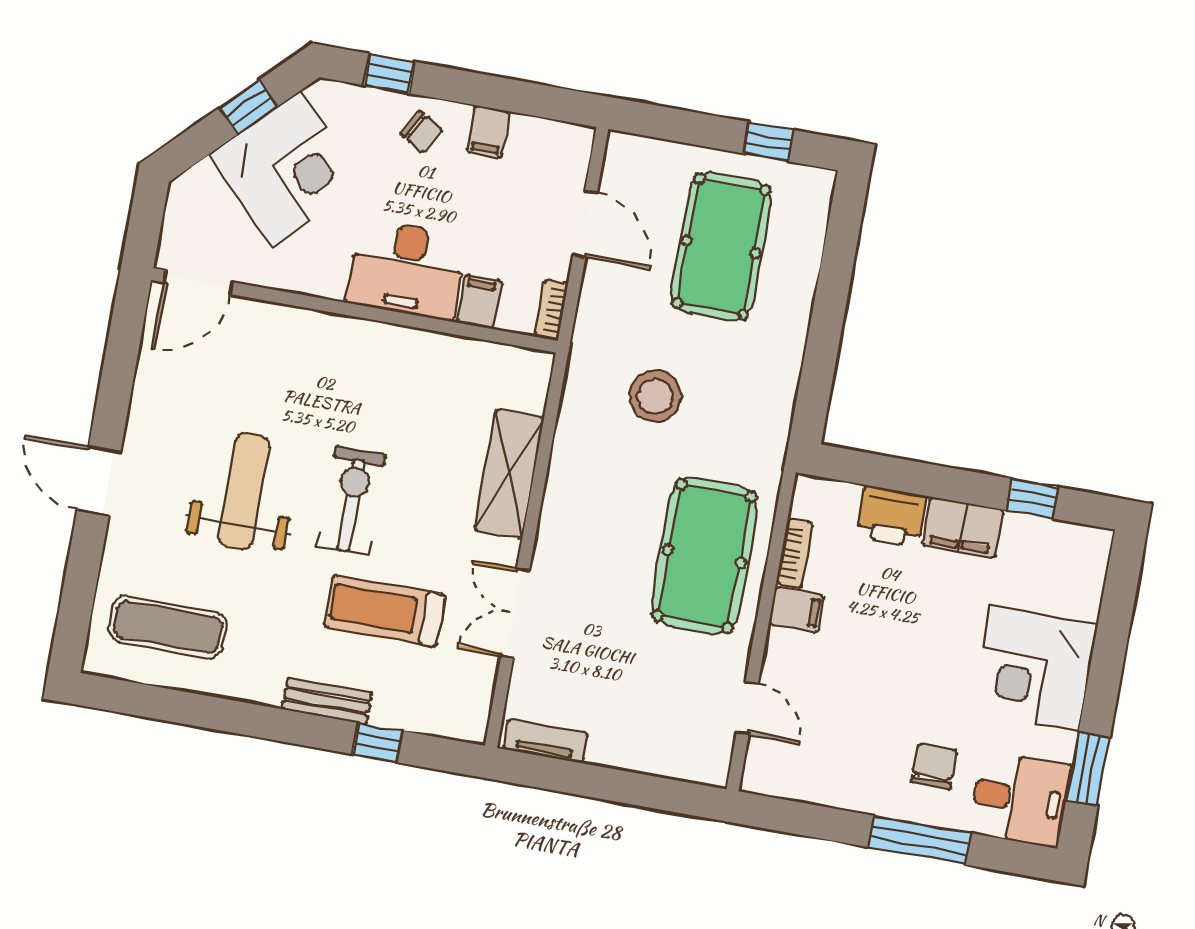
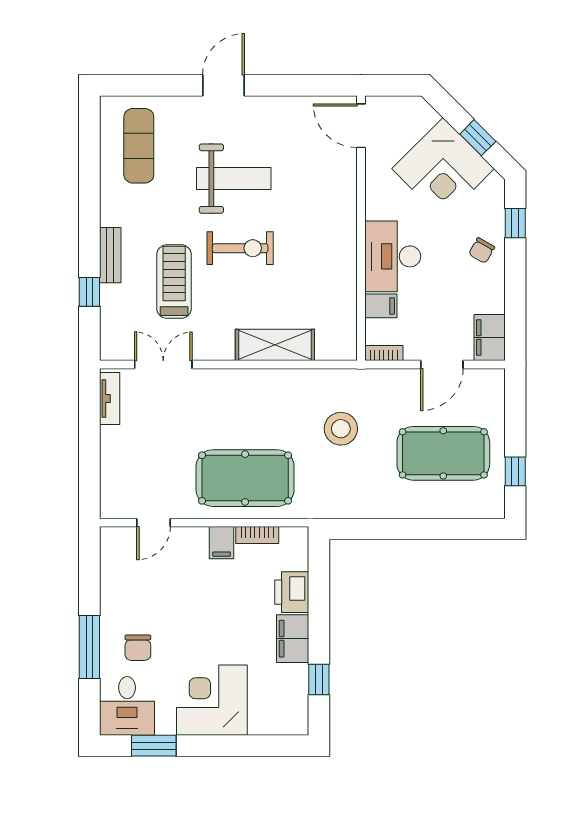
filing cabinet: (488, 132) -> (490, 338), moved, width x2.00
double door: (515, 613) -> (163, 364), moved
chair: (934, 766) -> (138, 648), turned 90

